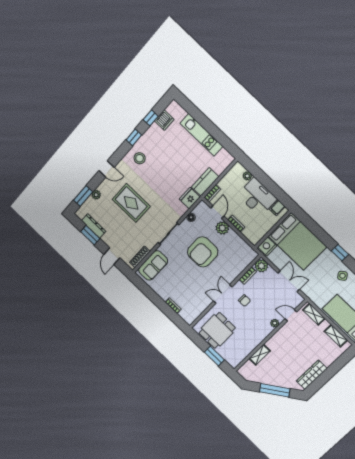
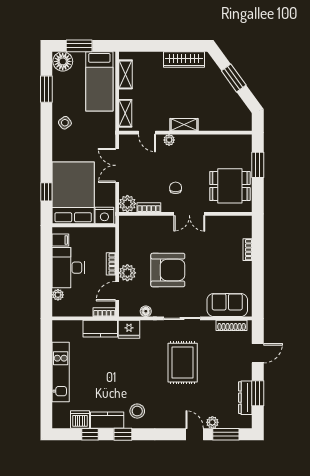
kitchen counter: (150, 136) -> (107, 420), added
door: (107, 169) -> (195, 434), moved
rug: (131, 203) -> (183, 363), moved
window: (340, 253) -> (46, 192), moved
shelving: (260, 355) -> (184, 125), moved
window: (275, 390) -> (234, 78), width x0.69

